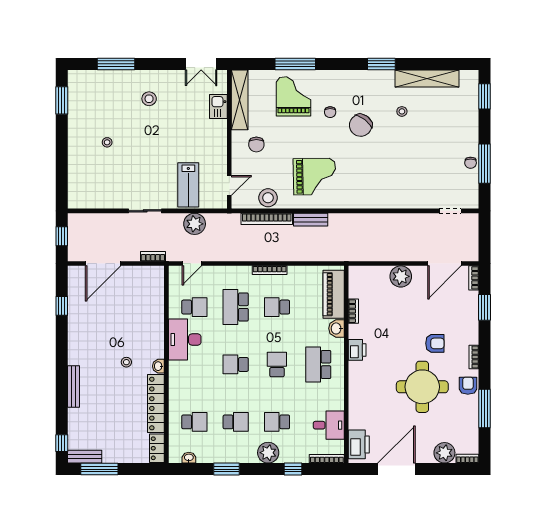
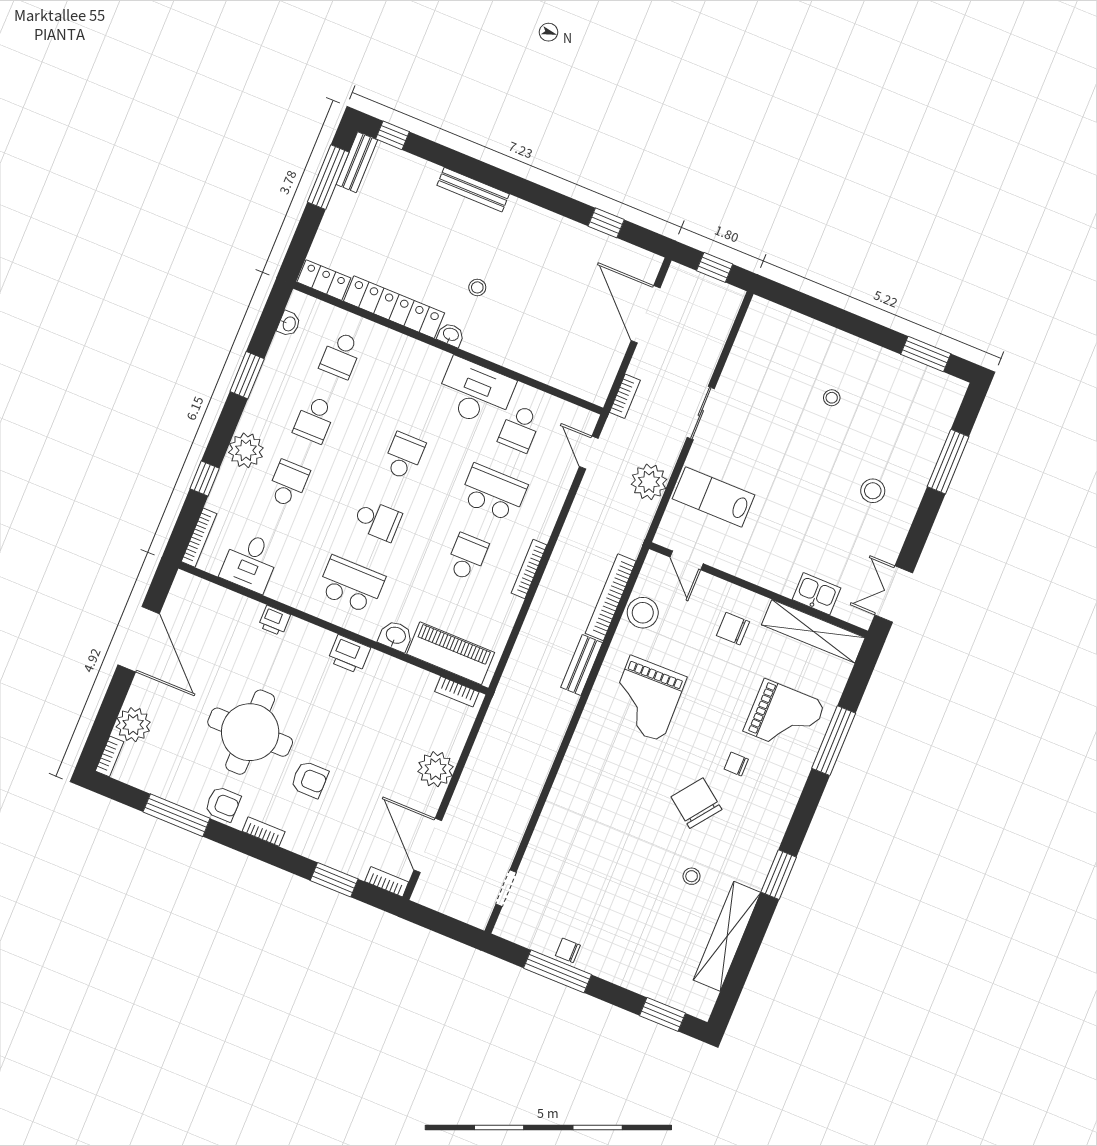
bookcase: (353, 311) -> (457, 692), moved
armchair: (435, 343) -> (310, 779), turned -90
printer: (359, 444) -> (274, 621), moved, width x0.53, depth x0.68

